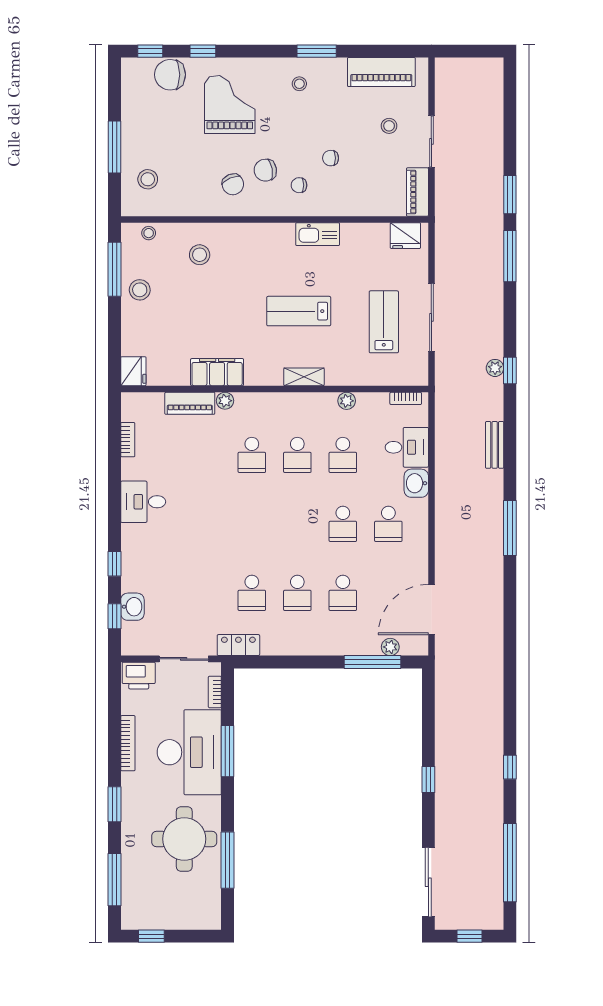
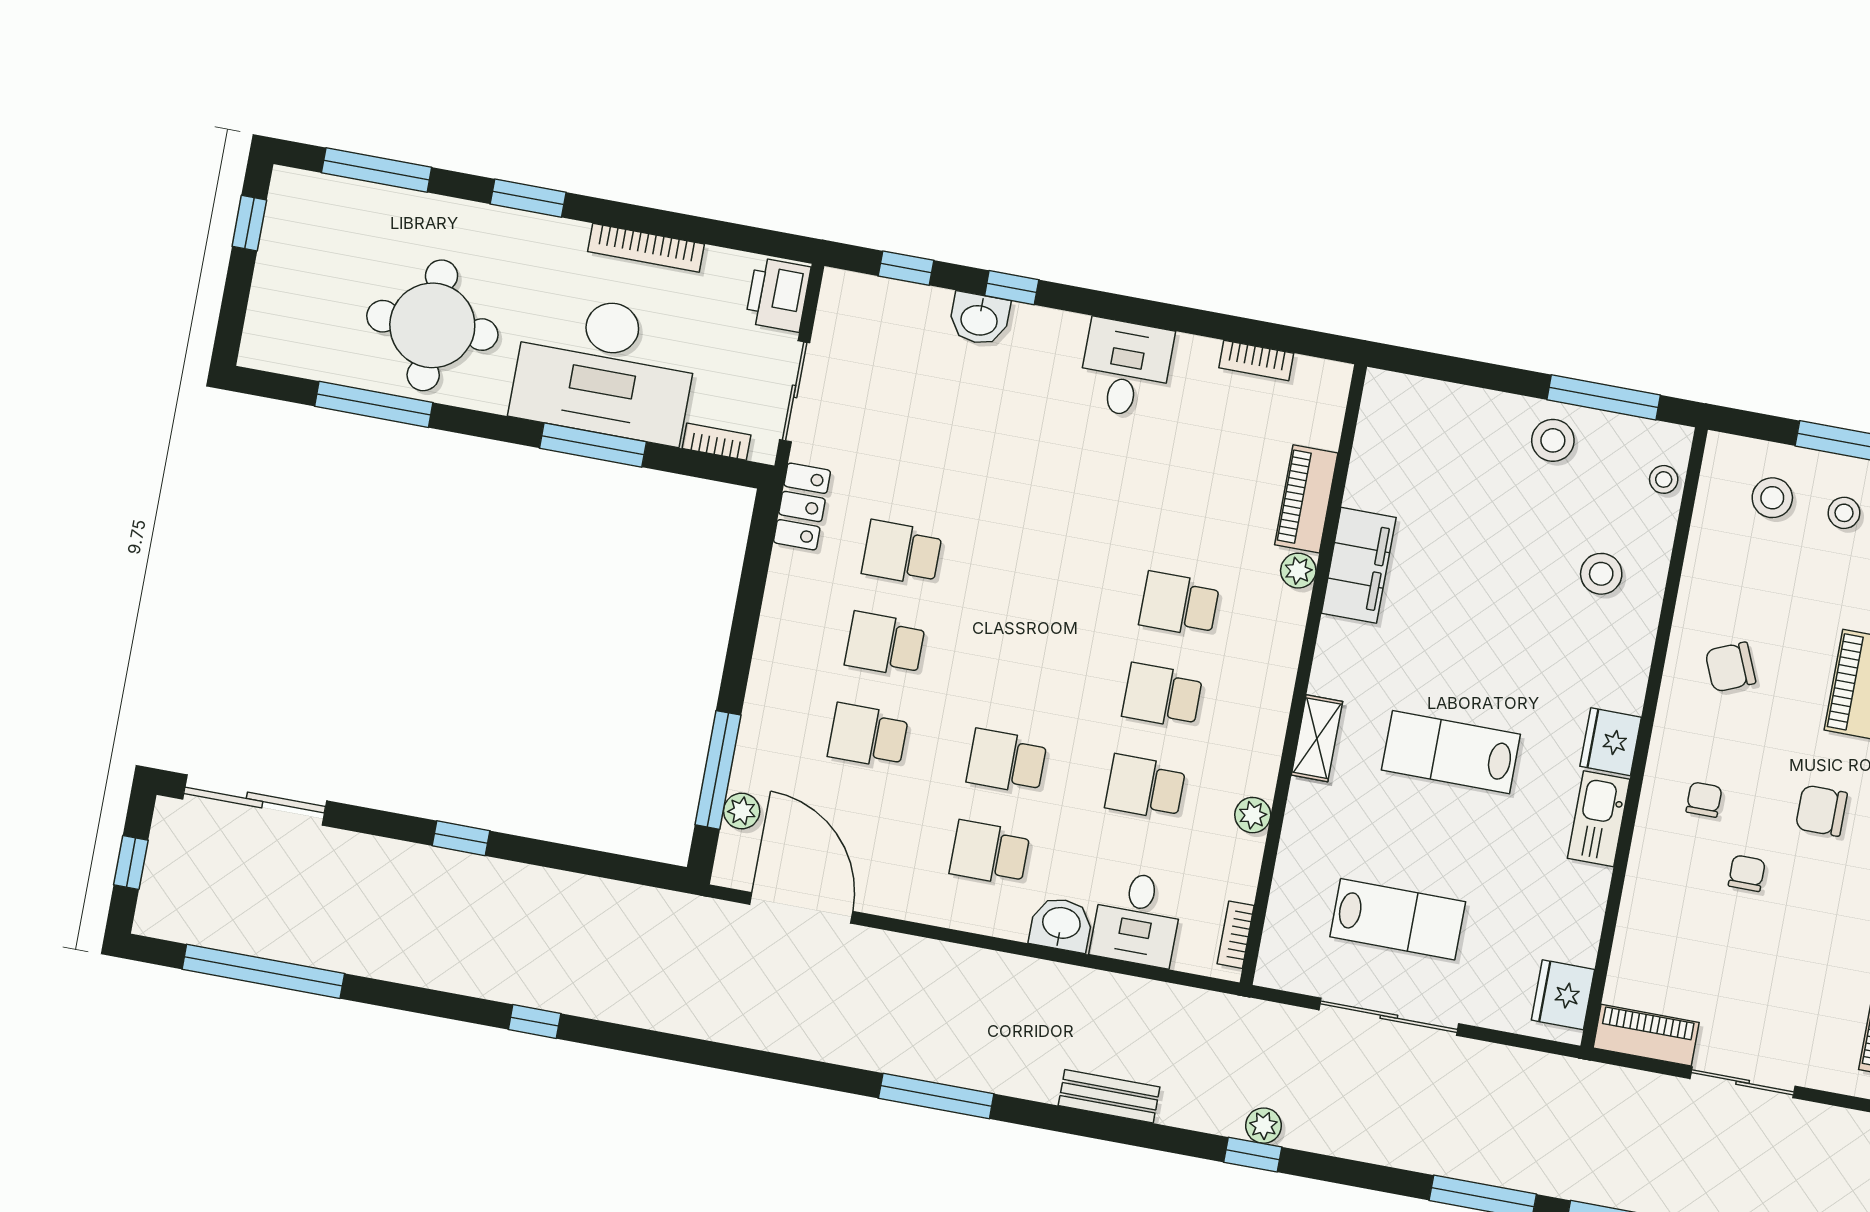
stool: (389, 126) -> (1844, 513), moved
chair: (265, 170) -> (1821, 811), moved, turned -80
lab bench: (299, 311) -> (1451, 752), turned -90
fridge: (133, 371) -> (1611, 742), moved, turned 90
washbasin: (132, 607) -> (979, 319), moved
window: (510, 767) -> (535, 1022), moved

